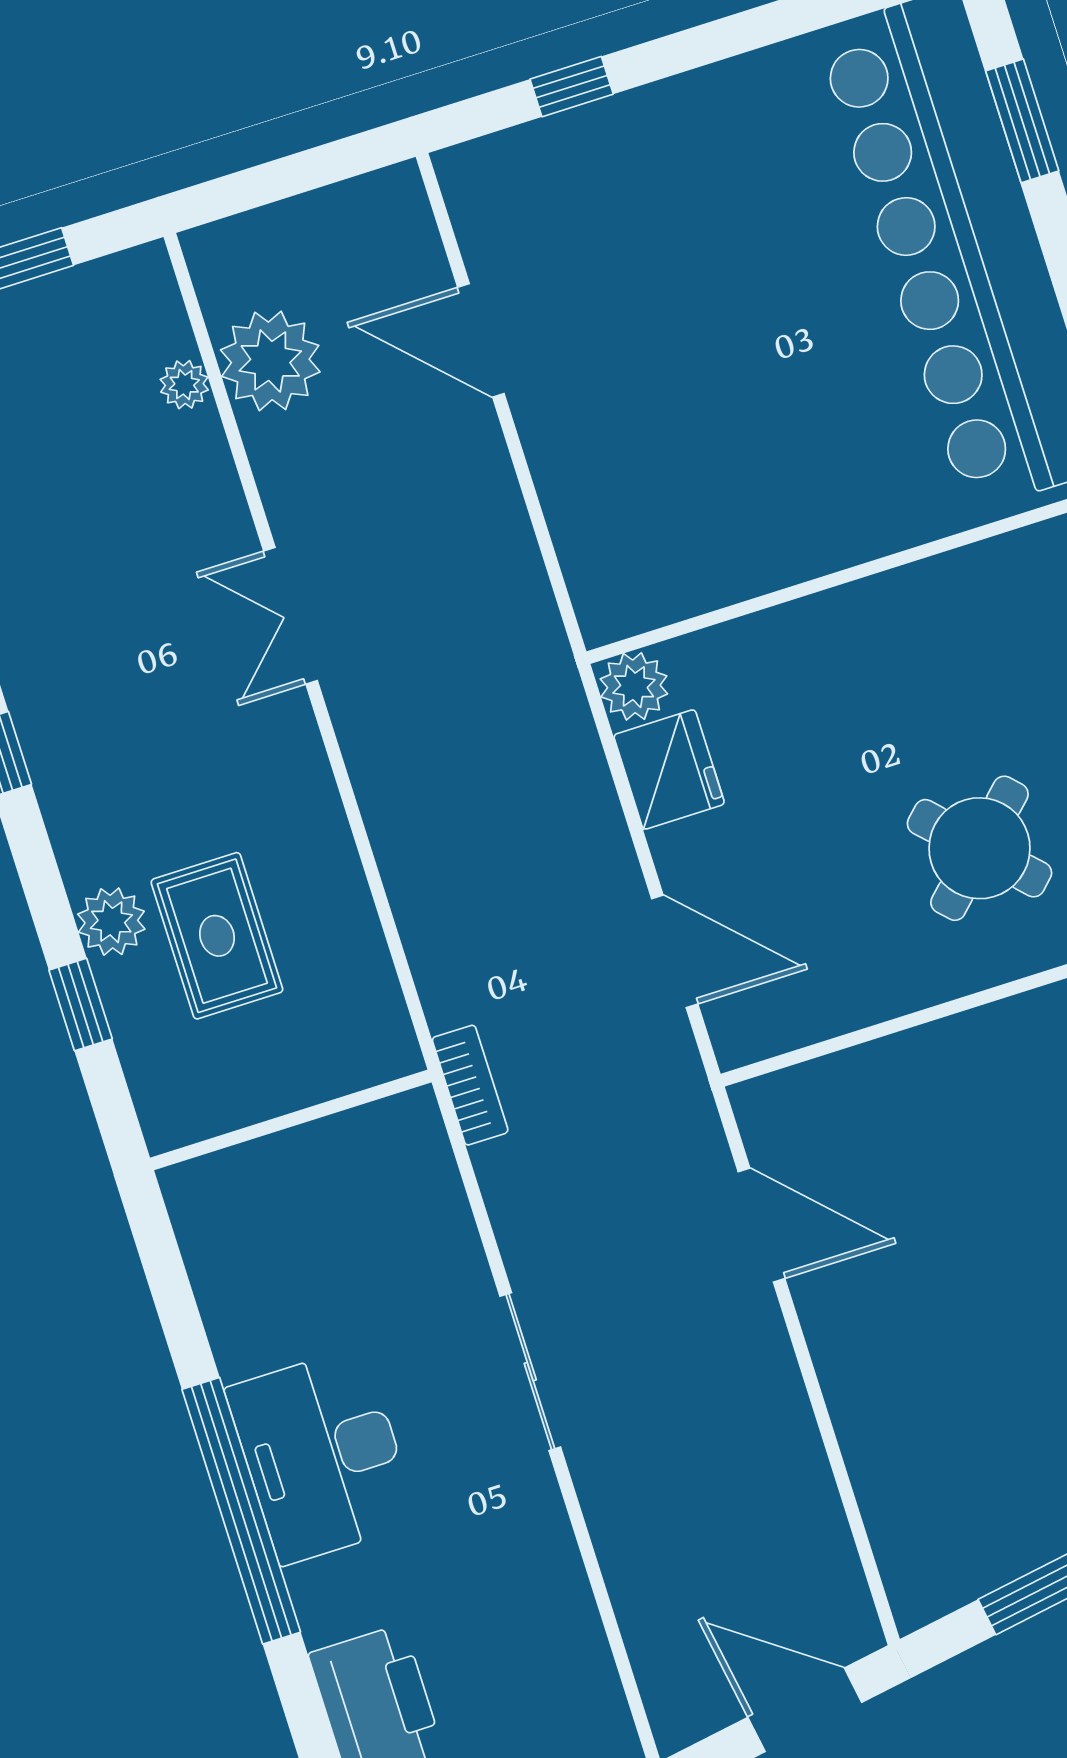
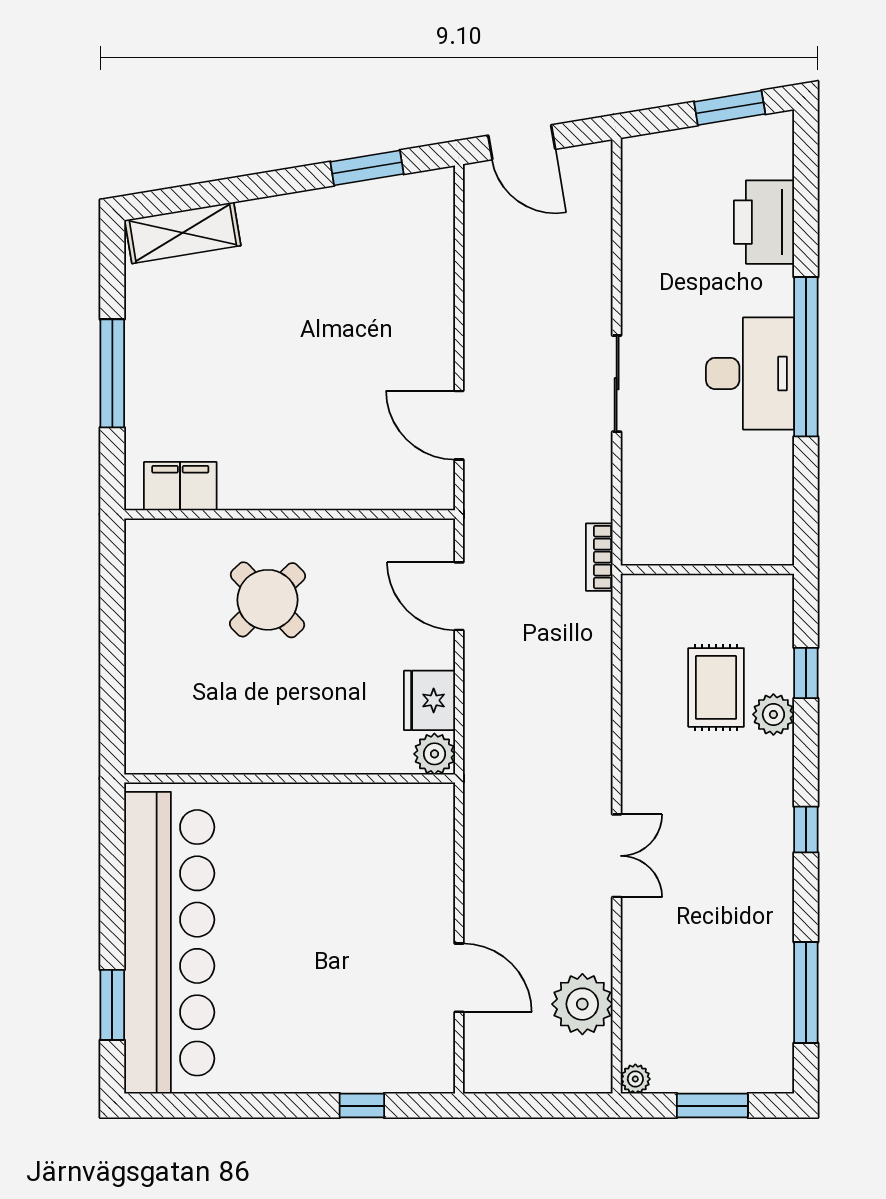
plant: (184, 385) -> (635, 1079), moved

